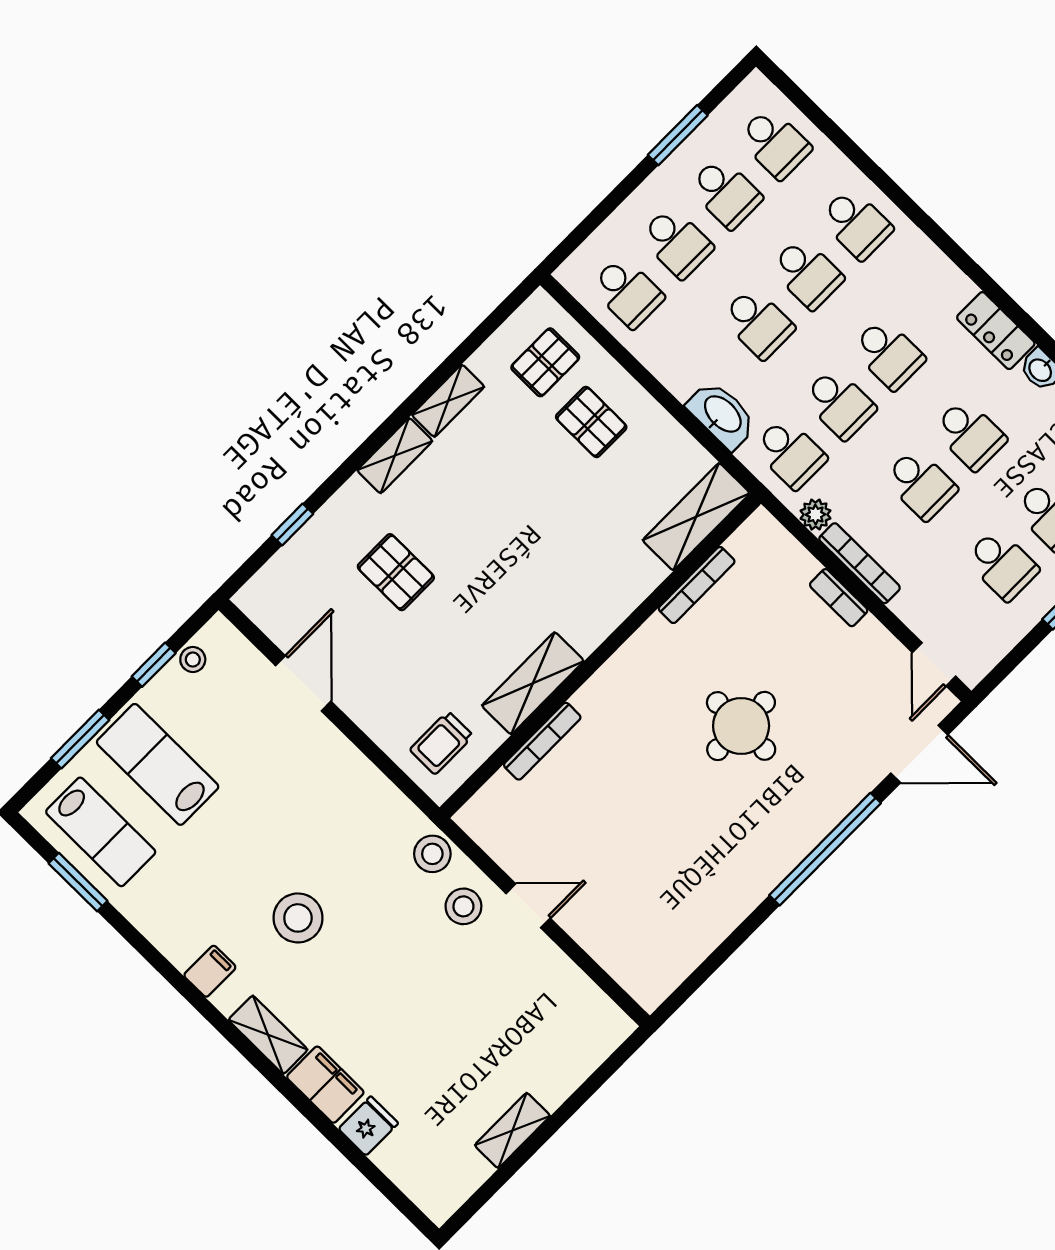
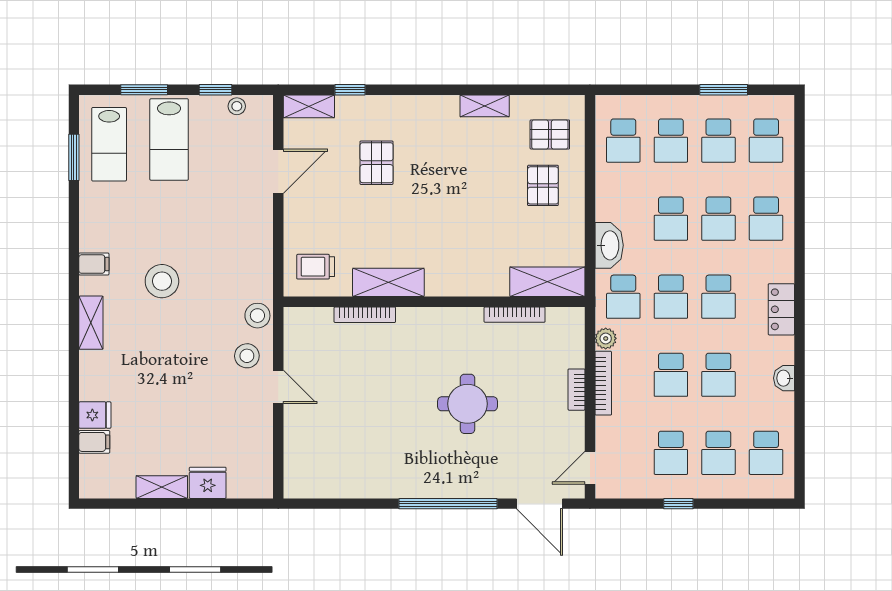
locker: (996, 331) -> (781, 309), moved
shelving: (395, 456) -> (309, 106), moved
lab bench: (158, 764) -> (169, 139), turned 180
fridge: (555, 1078) -> (208, 483), added
filing cabinet: (325, 1085) -> (94, 442), moved, width x0.50

